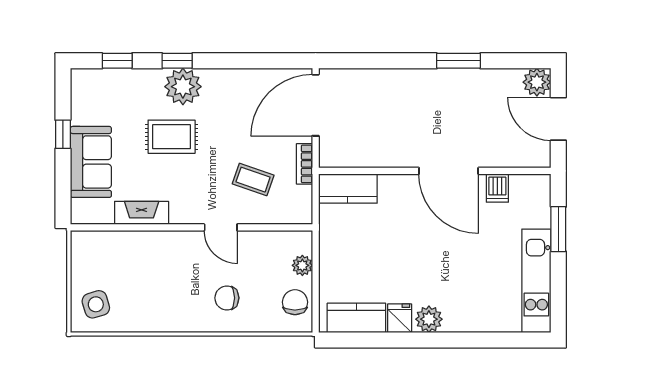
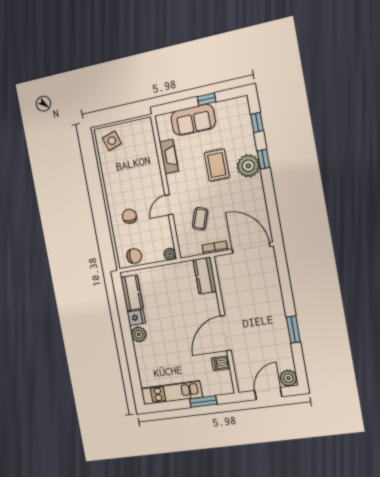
plant: (302, 265) -> (170, 254), moved

